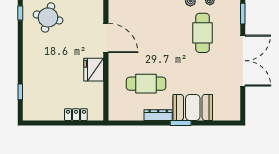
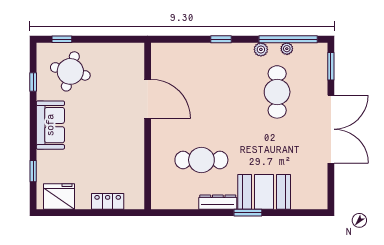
window: (20, 13) -> (33, 82), moved
sofa: (33, 58) -> (50, 125), added
fridge: (94, 70) -> (59, 196), moved, turned 90

